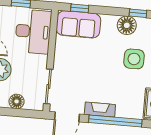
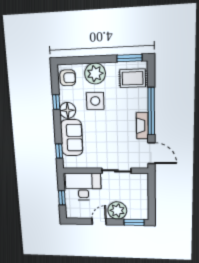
sofa: (78, 24) -> (72, 138), moved
sliding door: (48, 86) -> (116, 171), moved
floor lamp: (17, 101) -> (142, 195), removed

